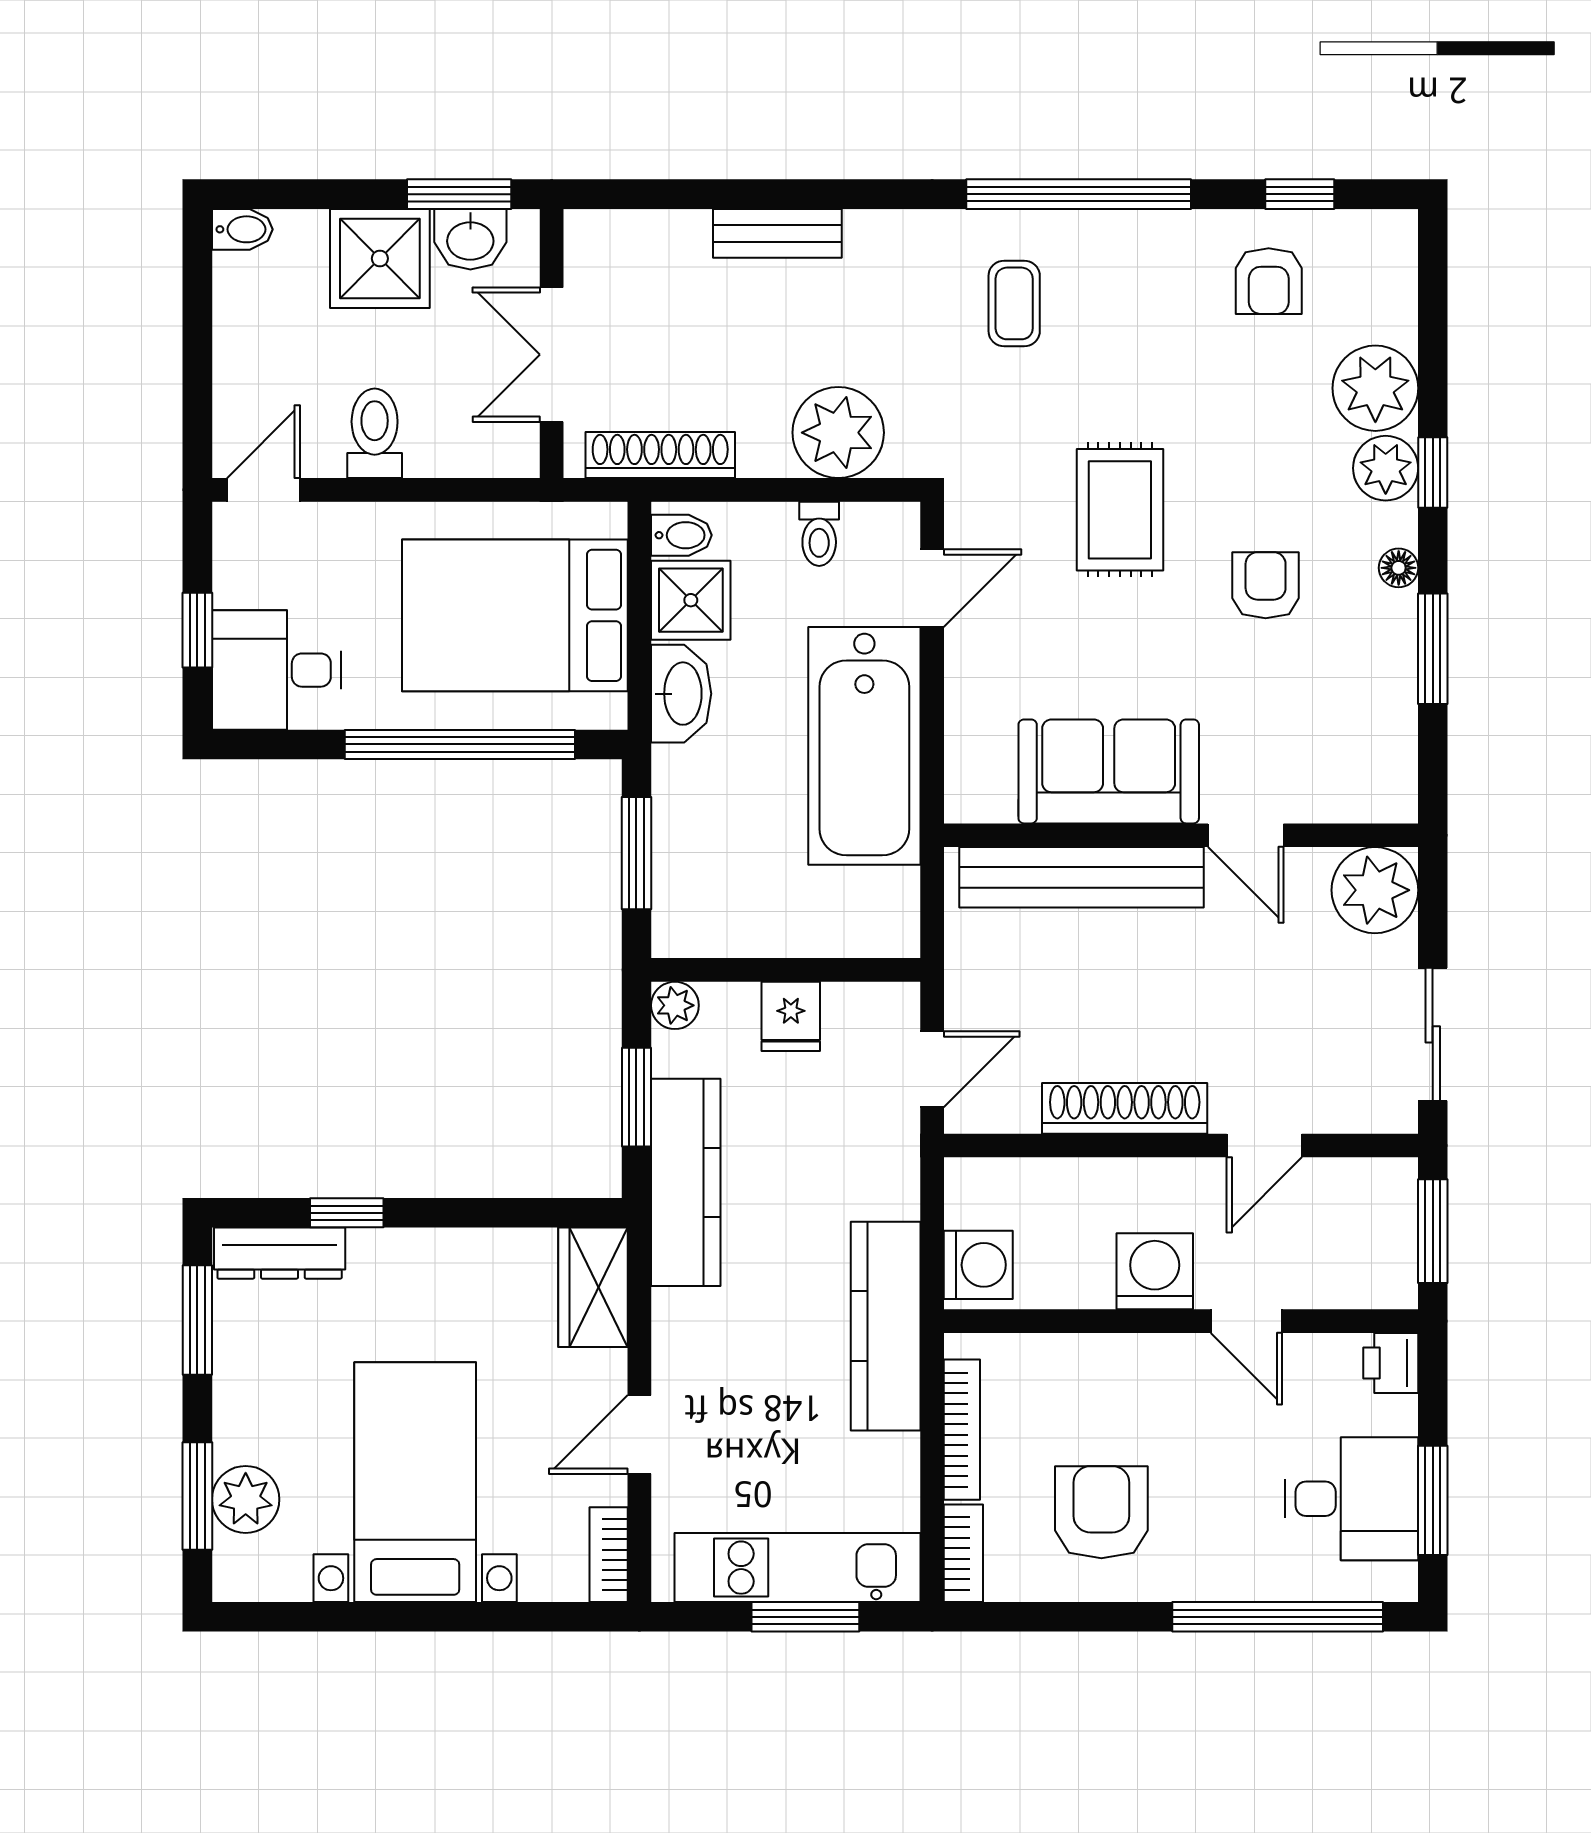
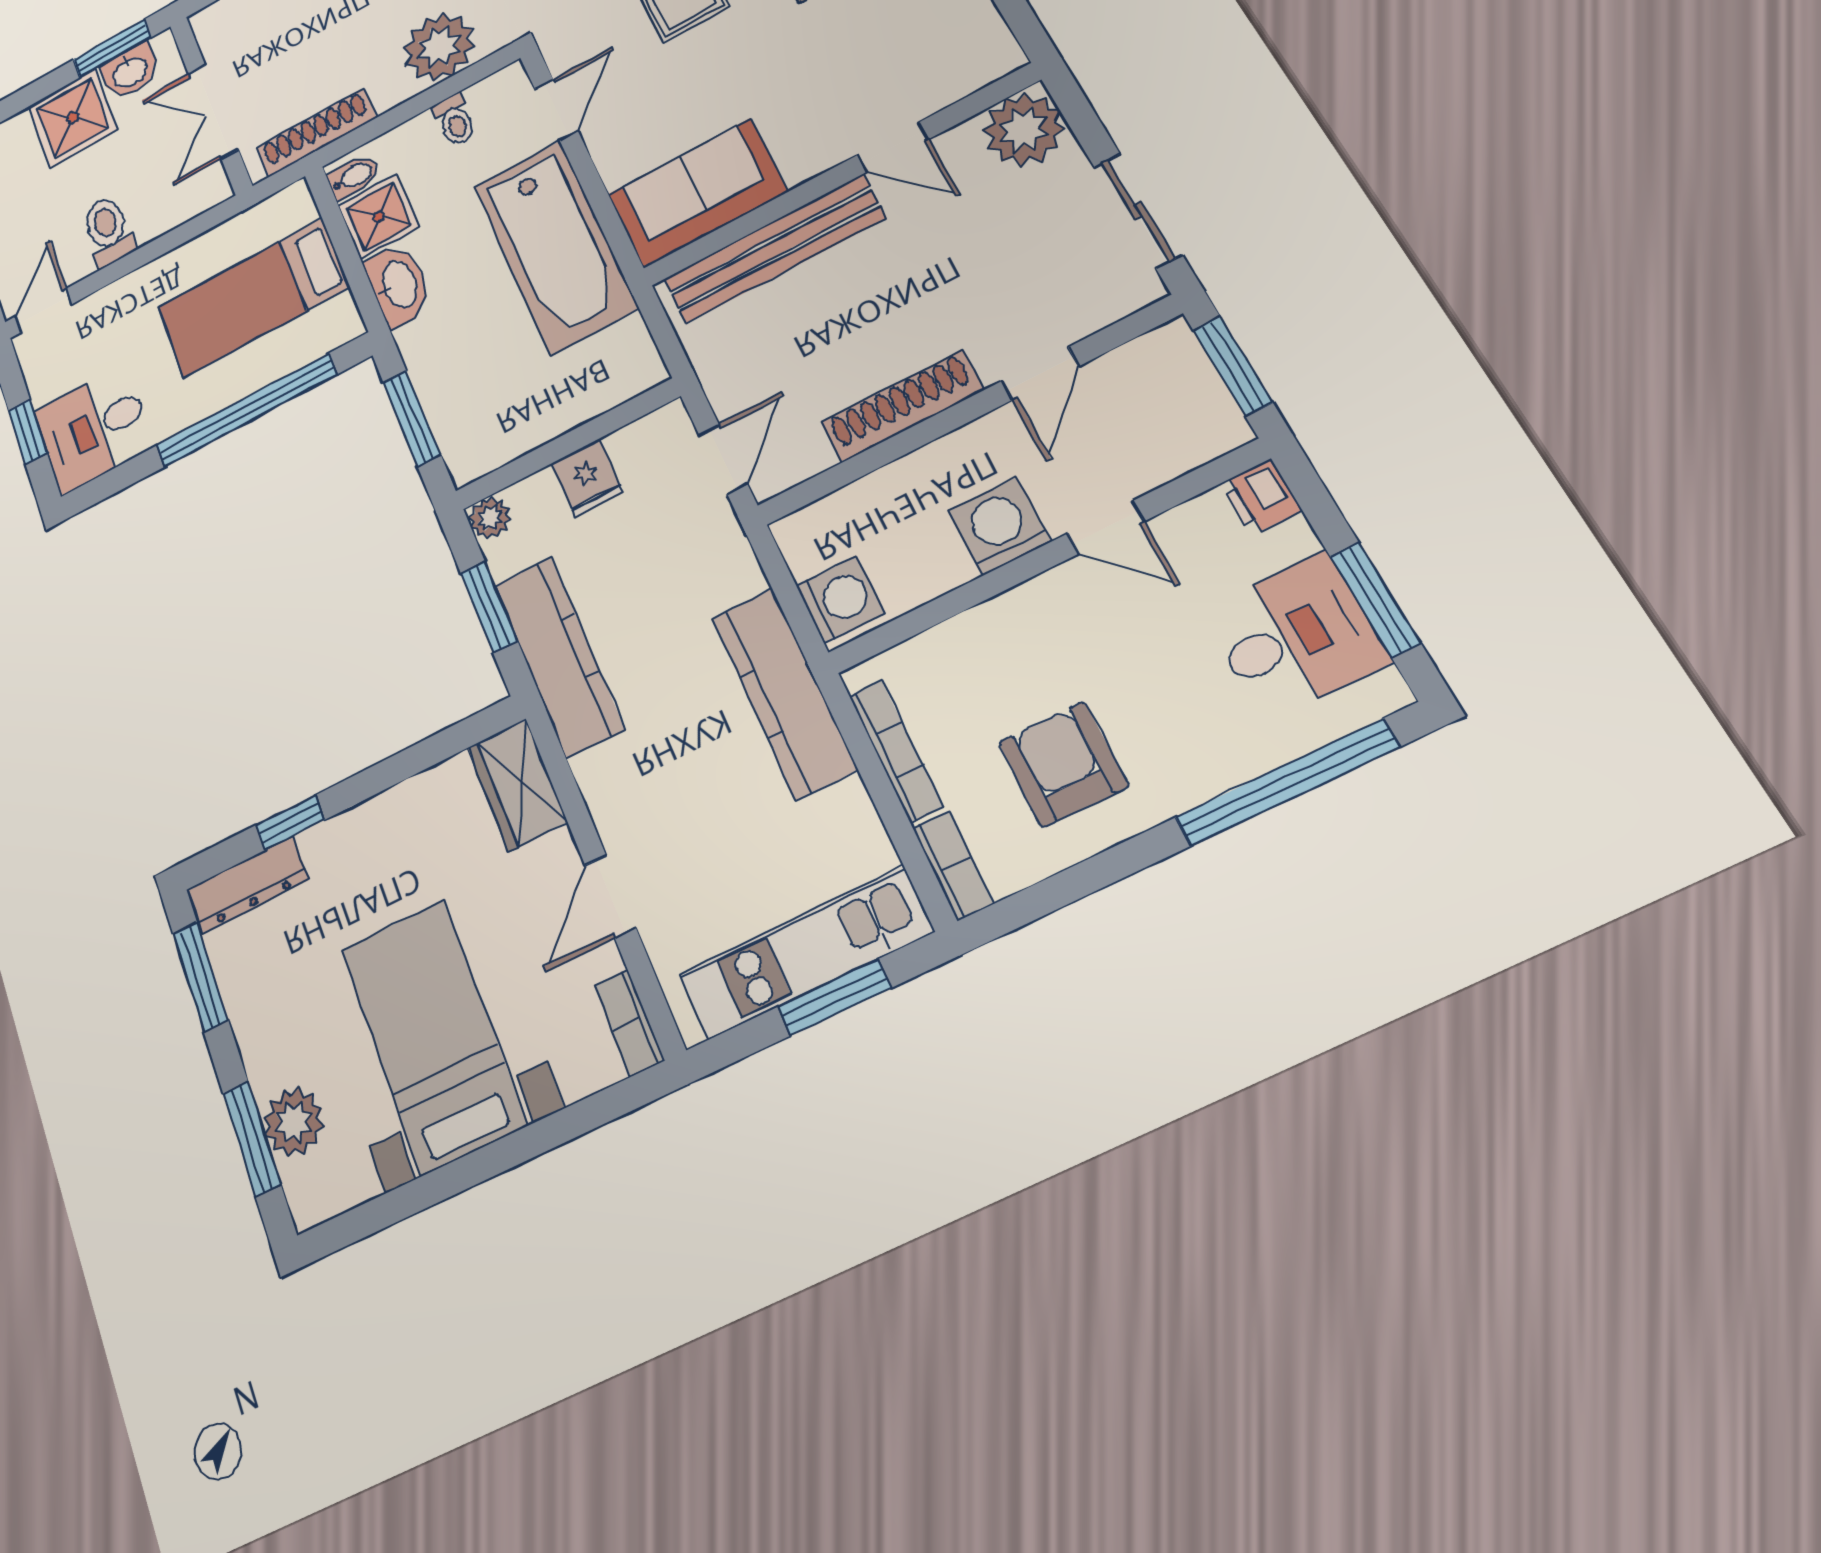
bed: (515, 615) -> (253, 297), width x0.67
sofa: (1109, 771) -> (697, 193), moved

